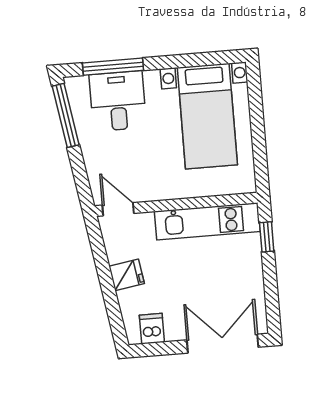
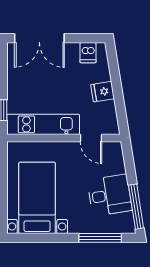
desk: (118, 101) -> (110, 195), moved, turned -99
door: (118, 209) -> (91, 138), moved

